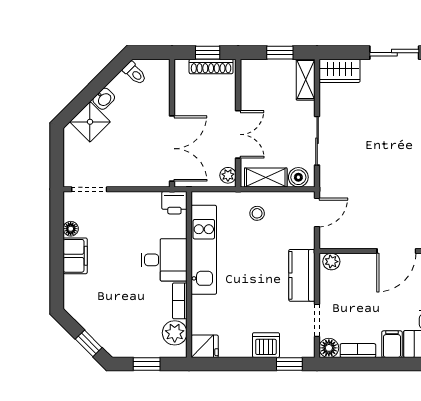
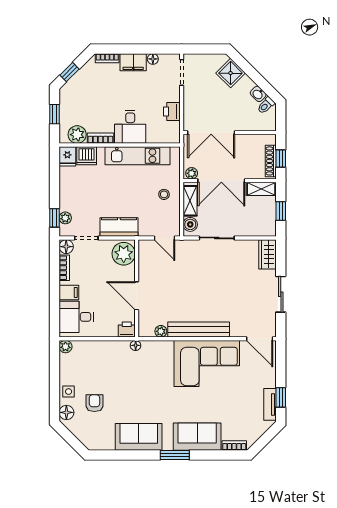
shelving: (306, 80) -> (261, 189), moved
washbasin: (104, 99) -> (258, 94), moved
double door: (238, 134) -> (221, 181), width x1.37
printer: (174, 203) -> (172, 112), moved
plant: (331, 262) -> (124, 254), width x1.88, depth x1.88
bookcase: (70, 292) -> (107, 58), added
dishwasher: (266, 345) -> (87, 156), moved, turned 90
plant: (289, 349) -> (65, 218), added

